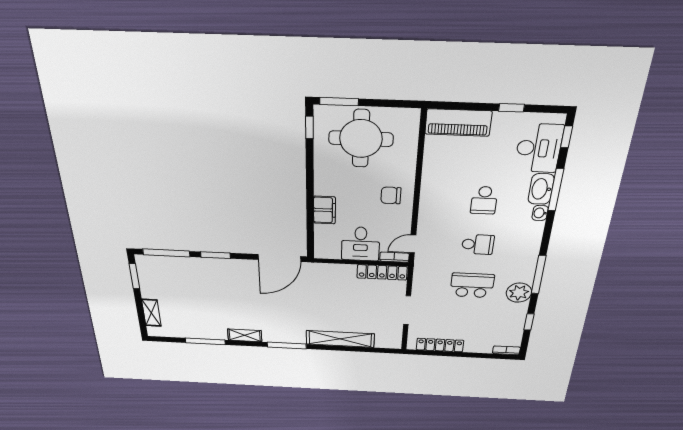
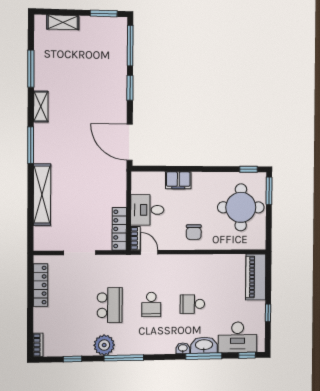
chair: (391, 195) -> (194, 232), turned 180

